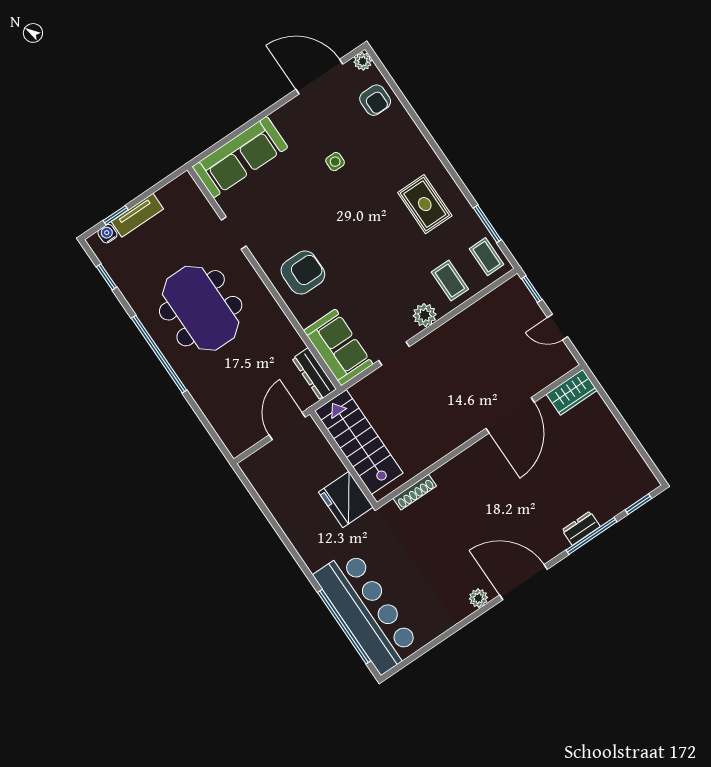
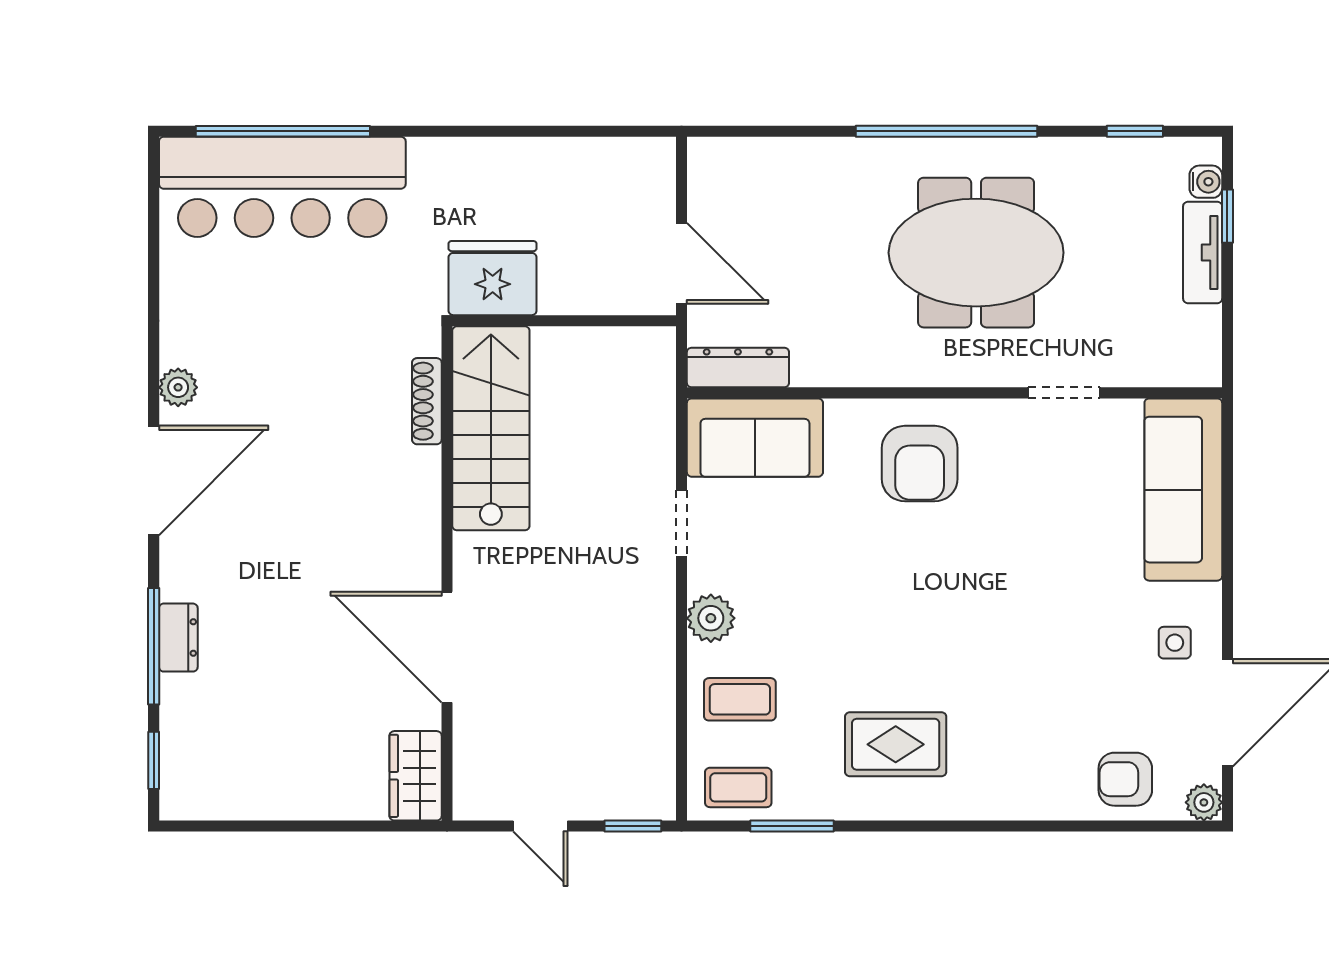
side table: (335, 162) -> (1175, 643), moved
door: (557, 327) -> (540, 826), swing flipped
stairs: (359, 442) -> (491, 428), moved, turned -90

